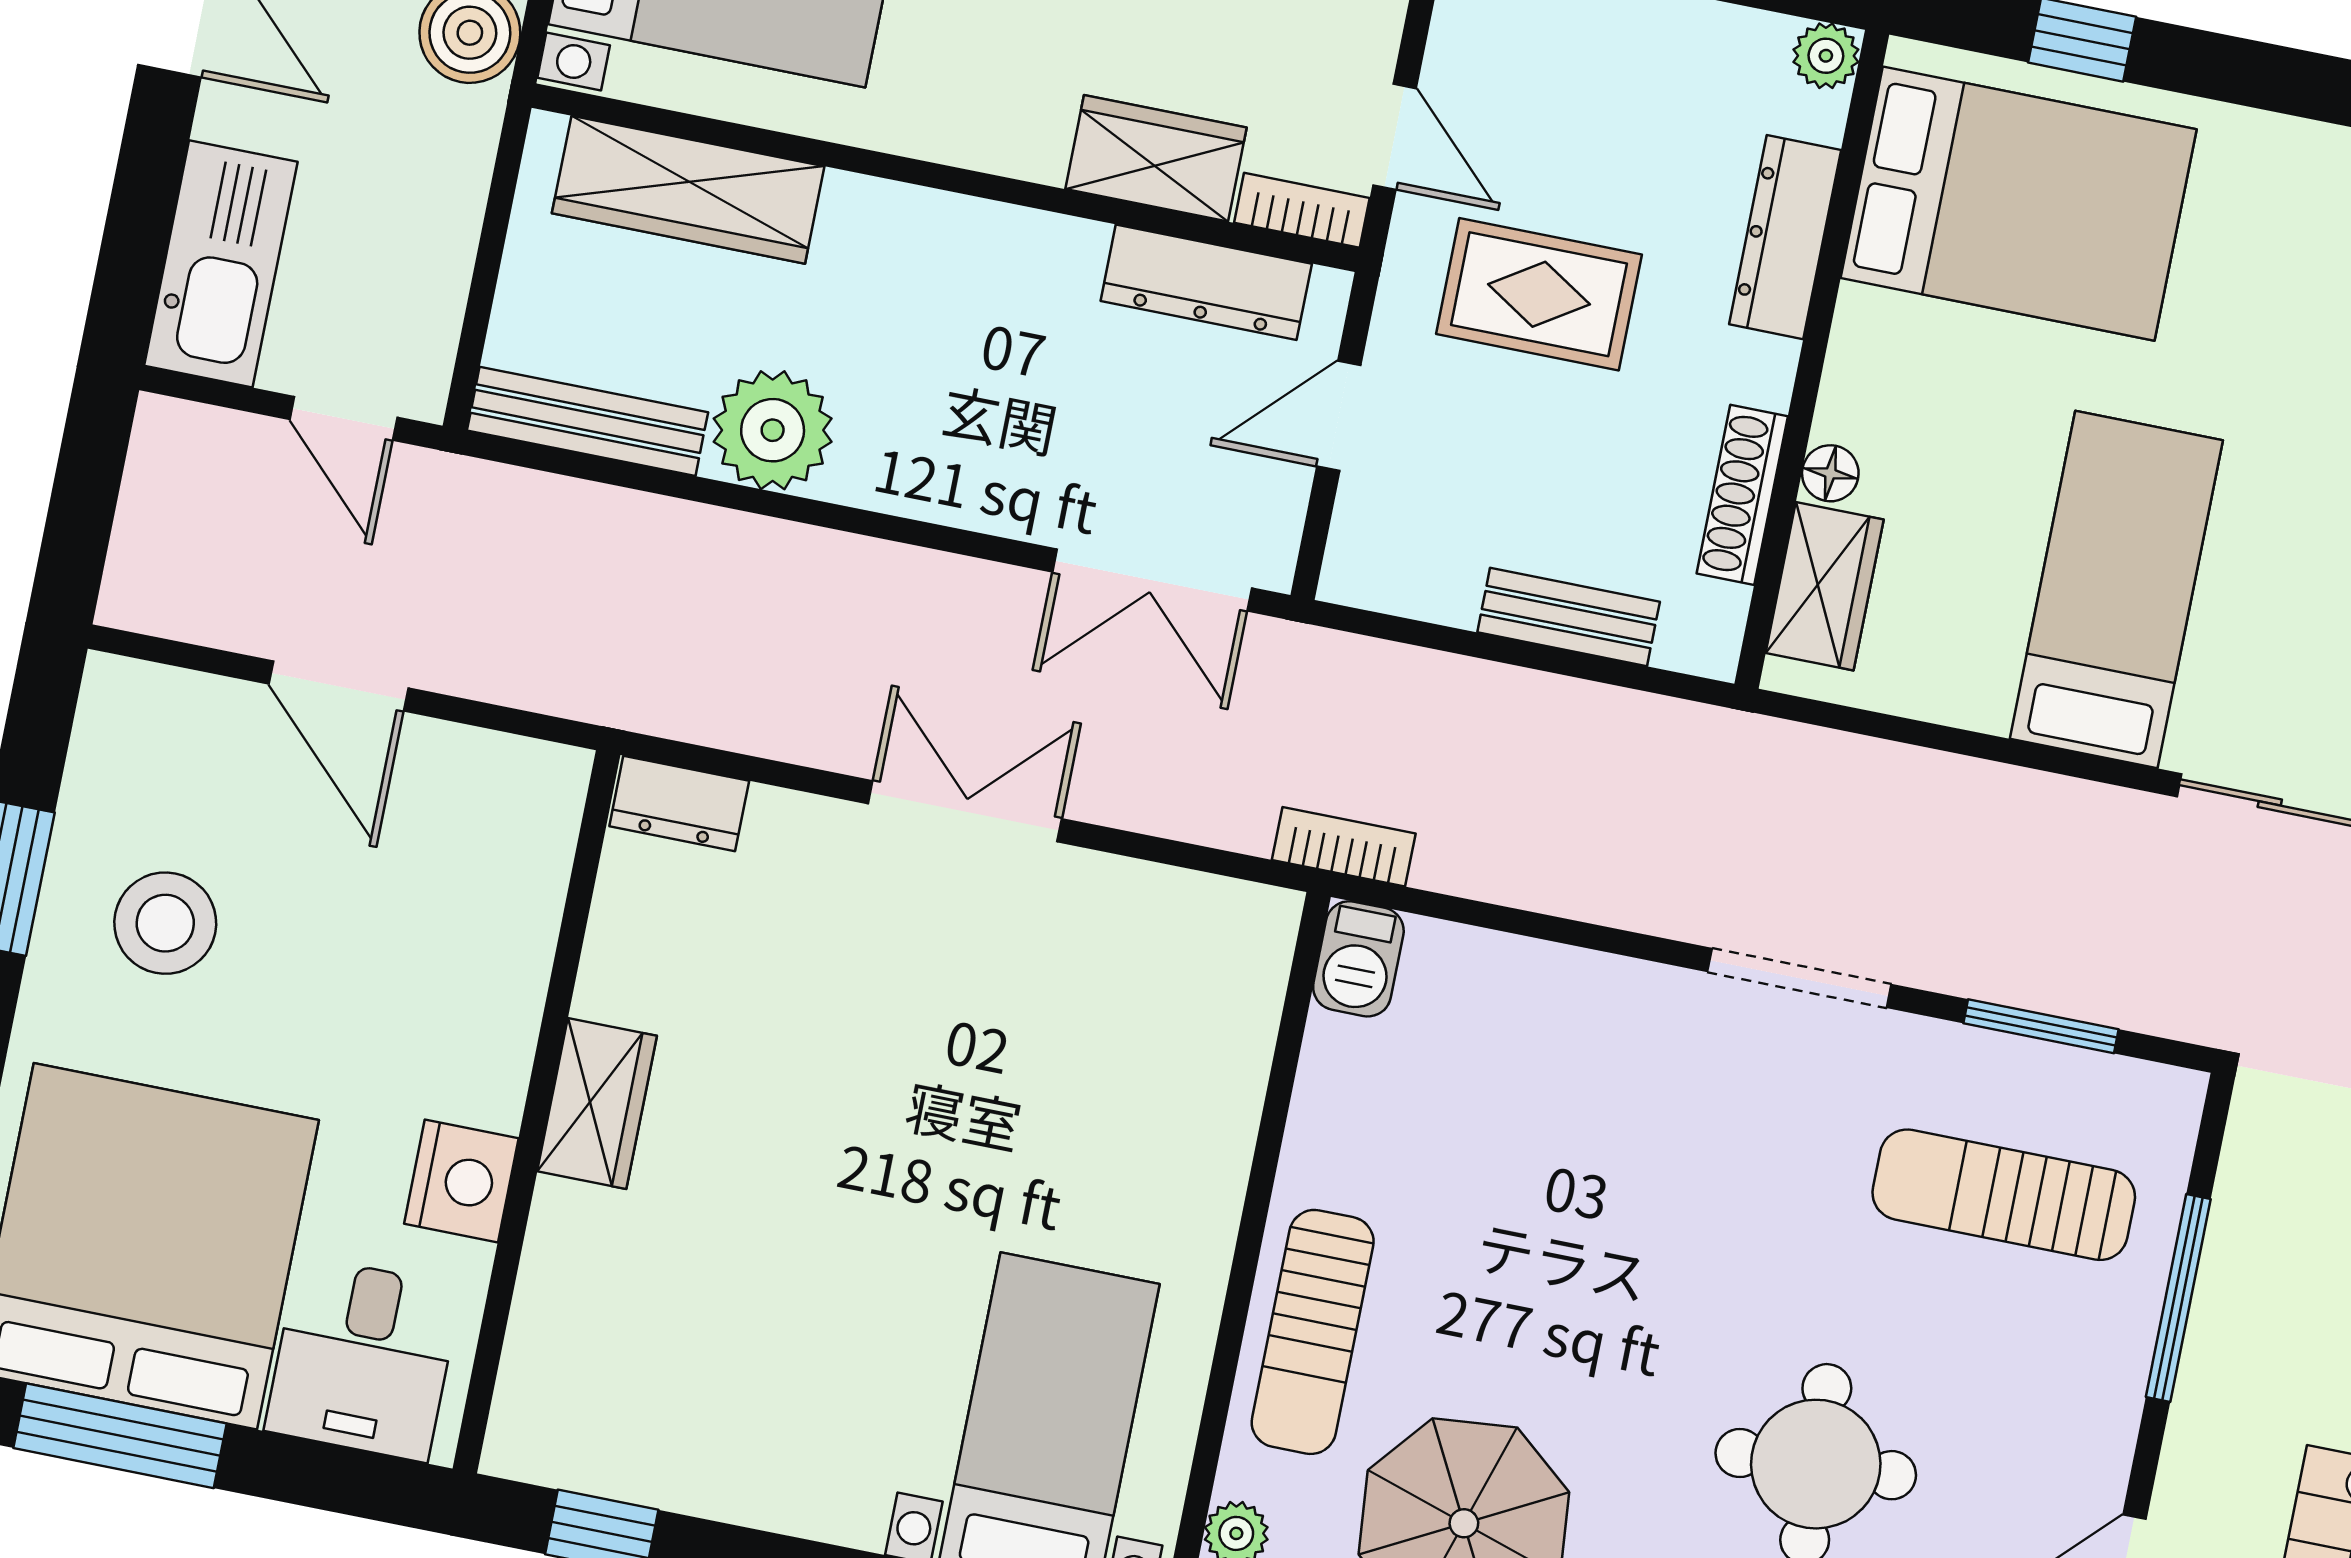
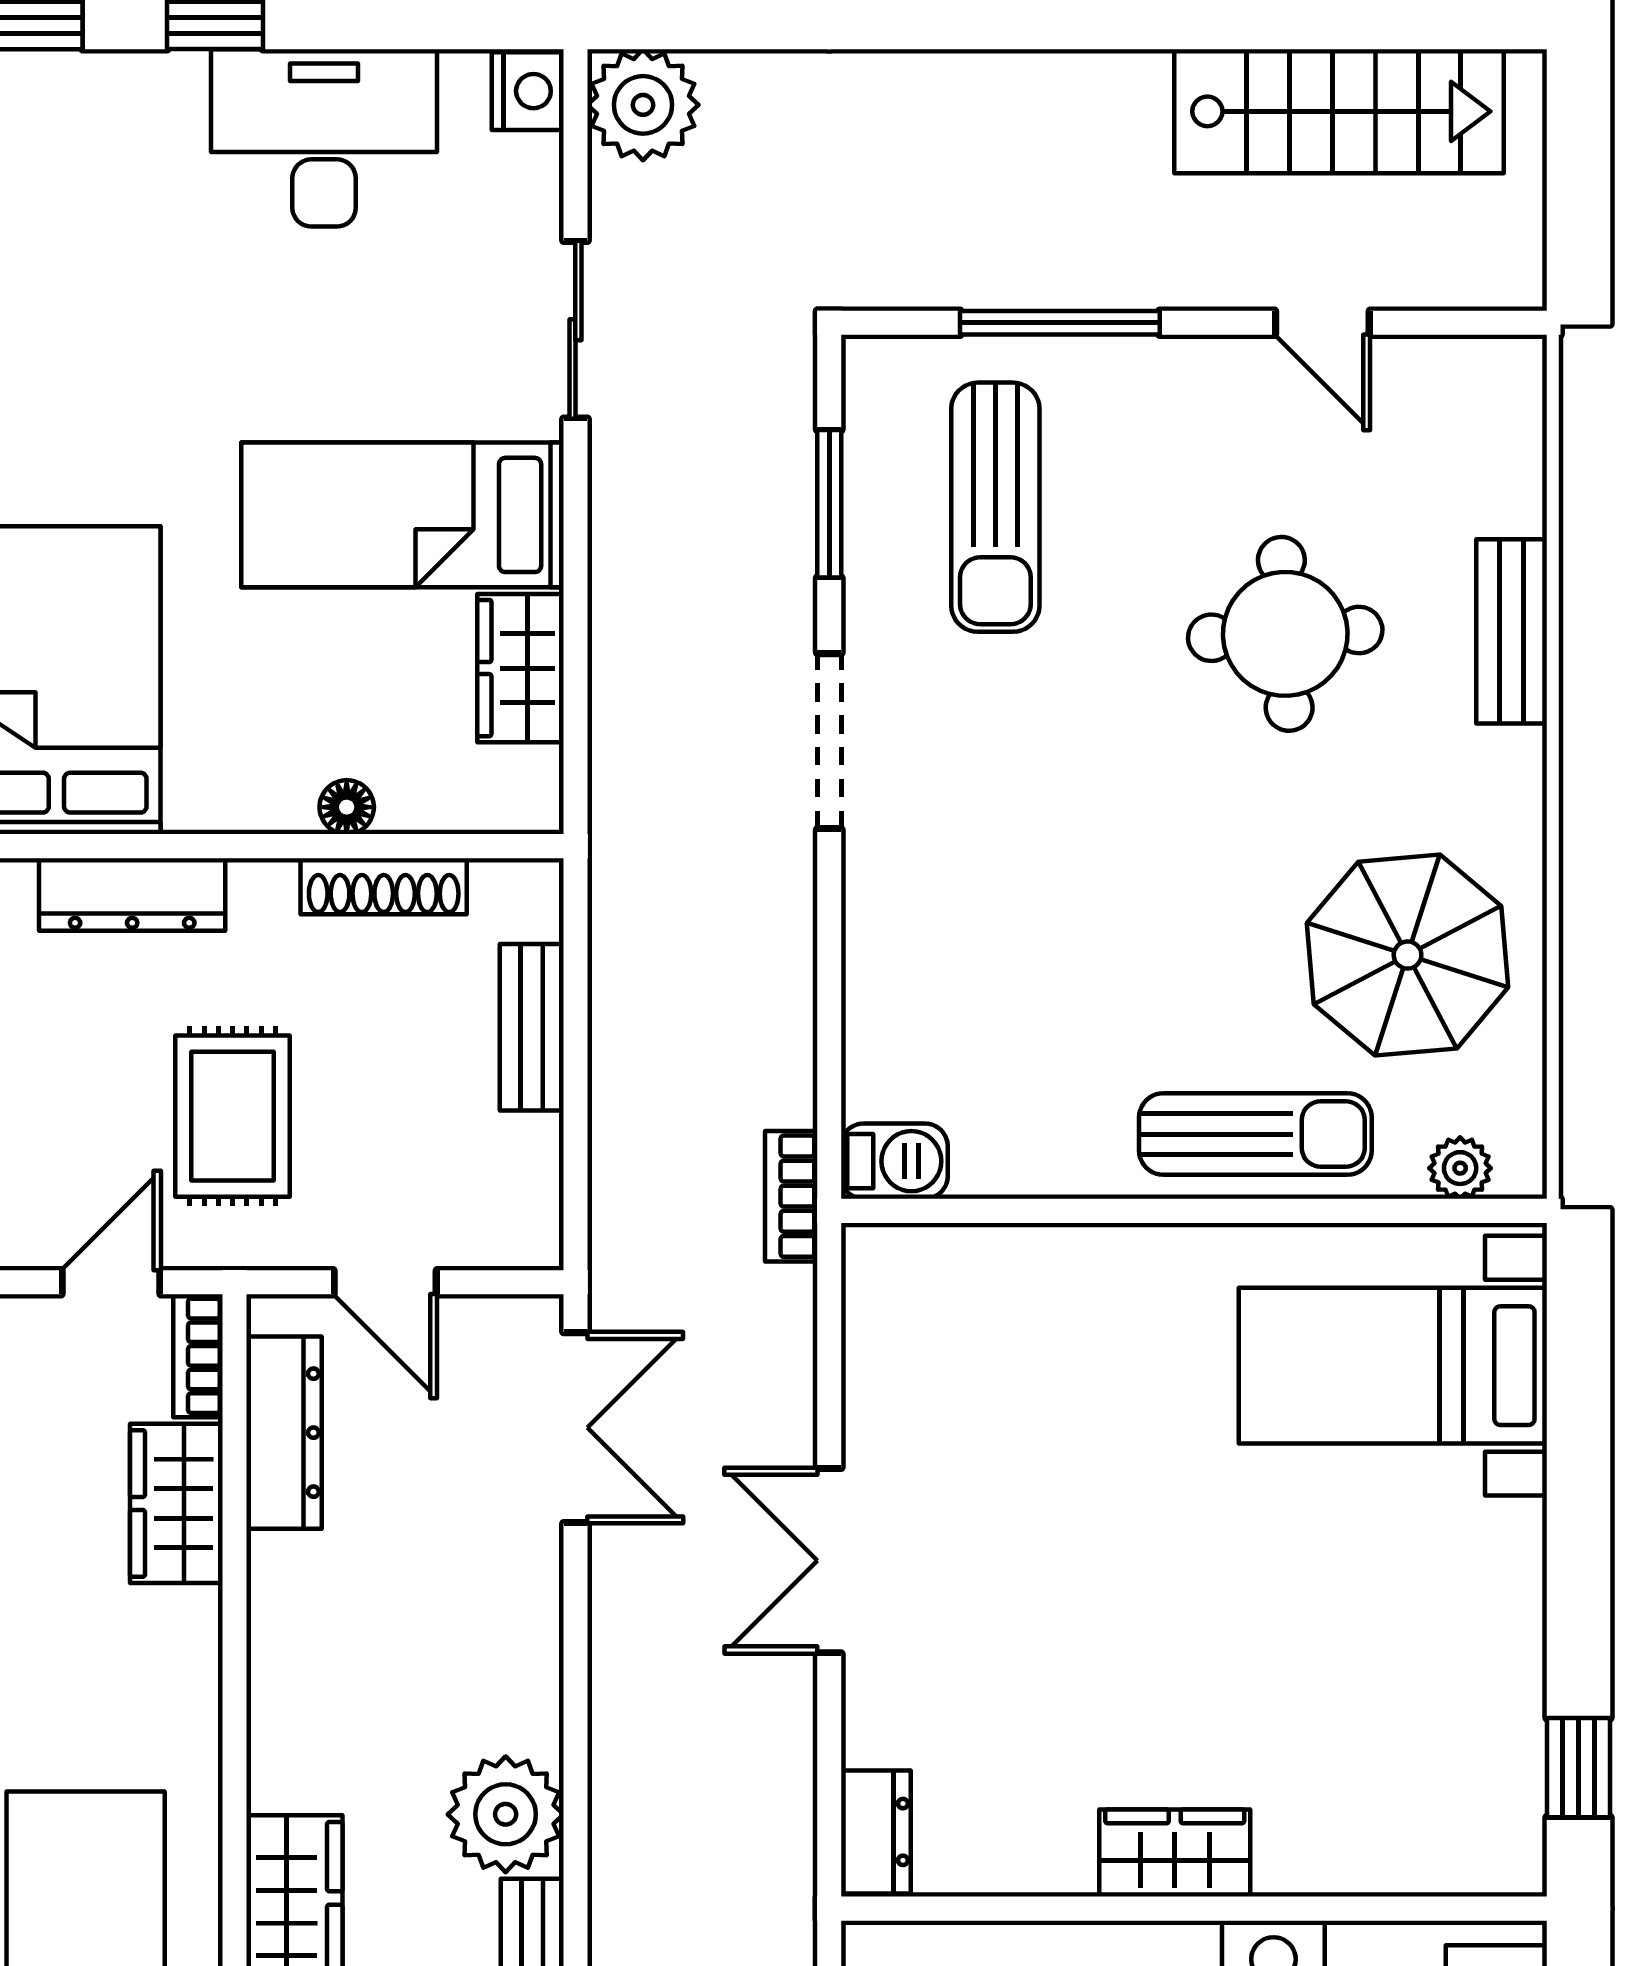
wardrobe: (1825, 586) -> (521, 668), moved, turned -90

